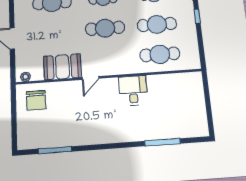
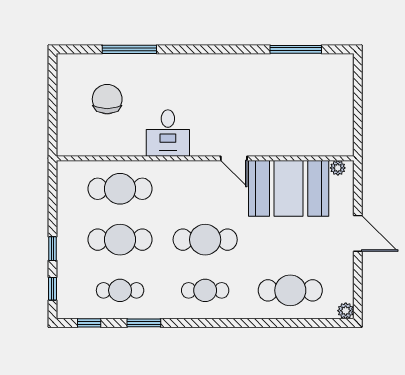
booth: (62, 67) -> (289, 188), width x1.36, depth x1.42
door: (91, 78) -> (234, 158), swing flipped
chair: (36, 100) -> (107, 99), moved

